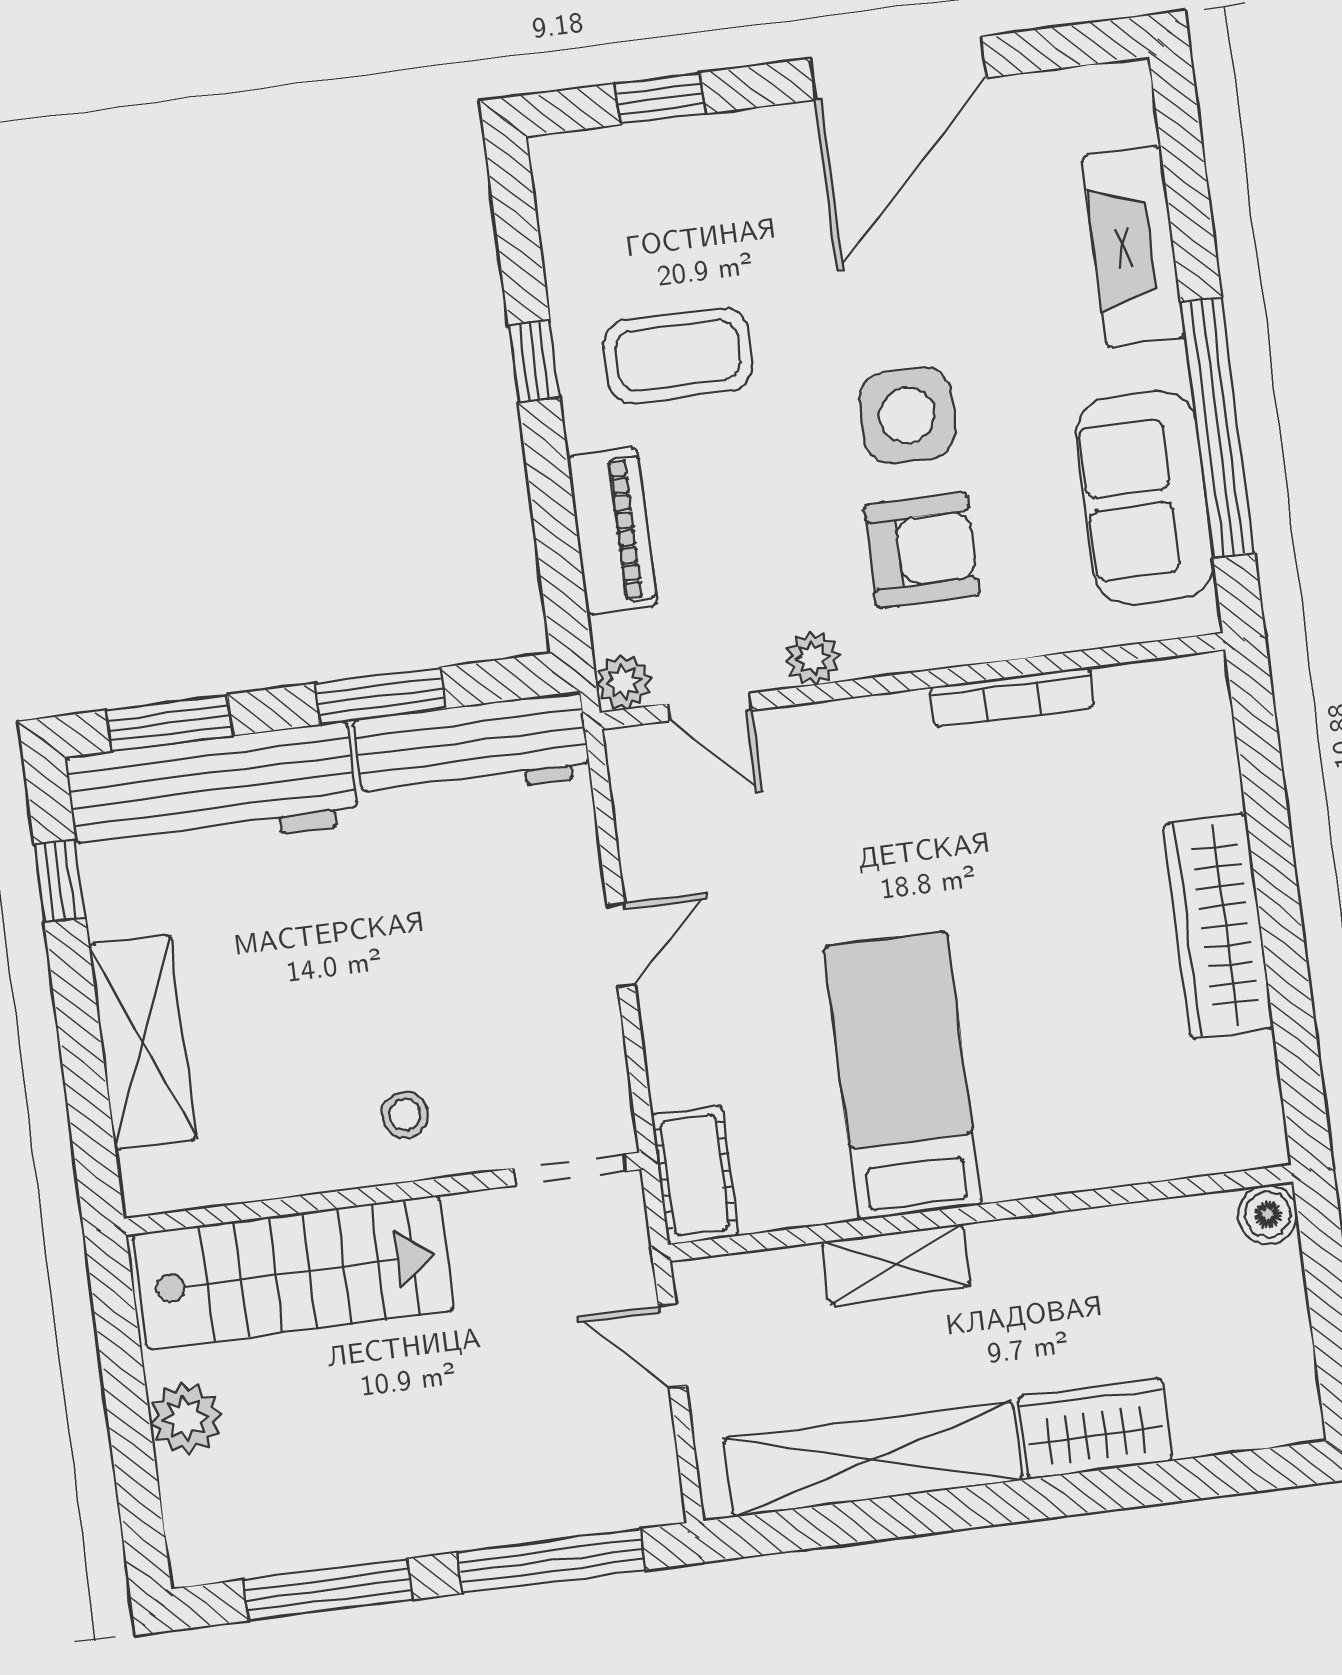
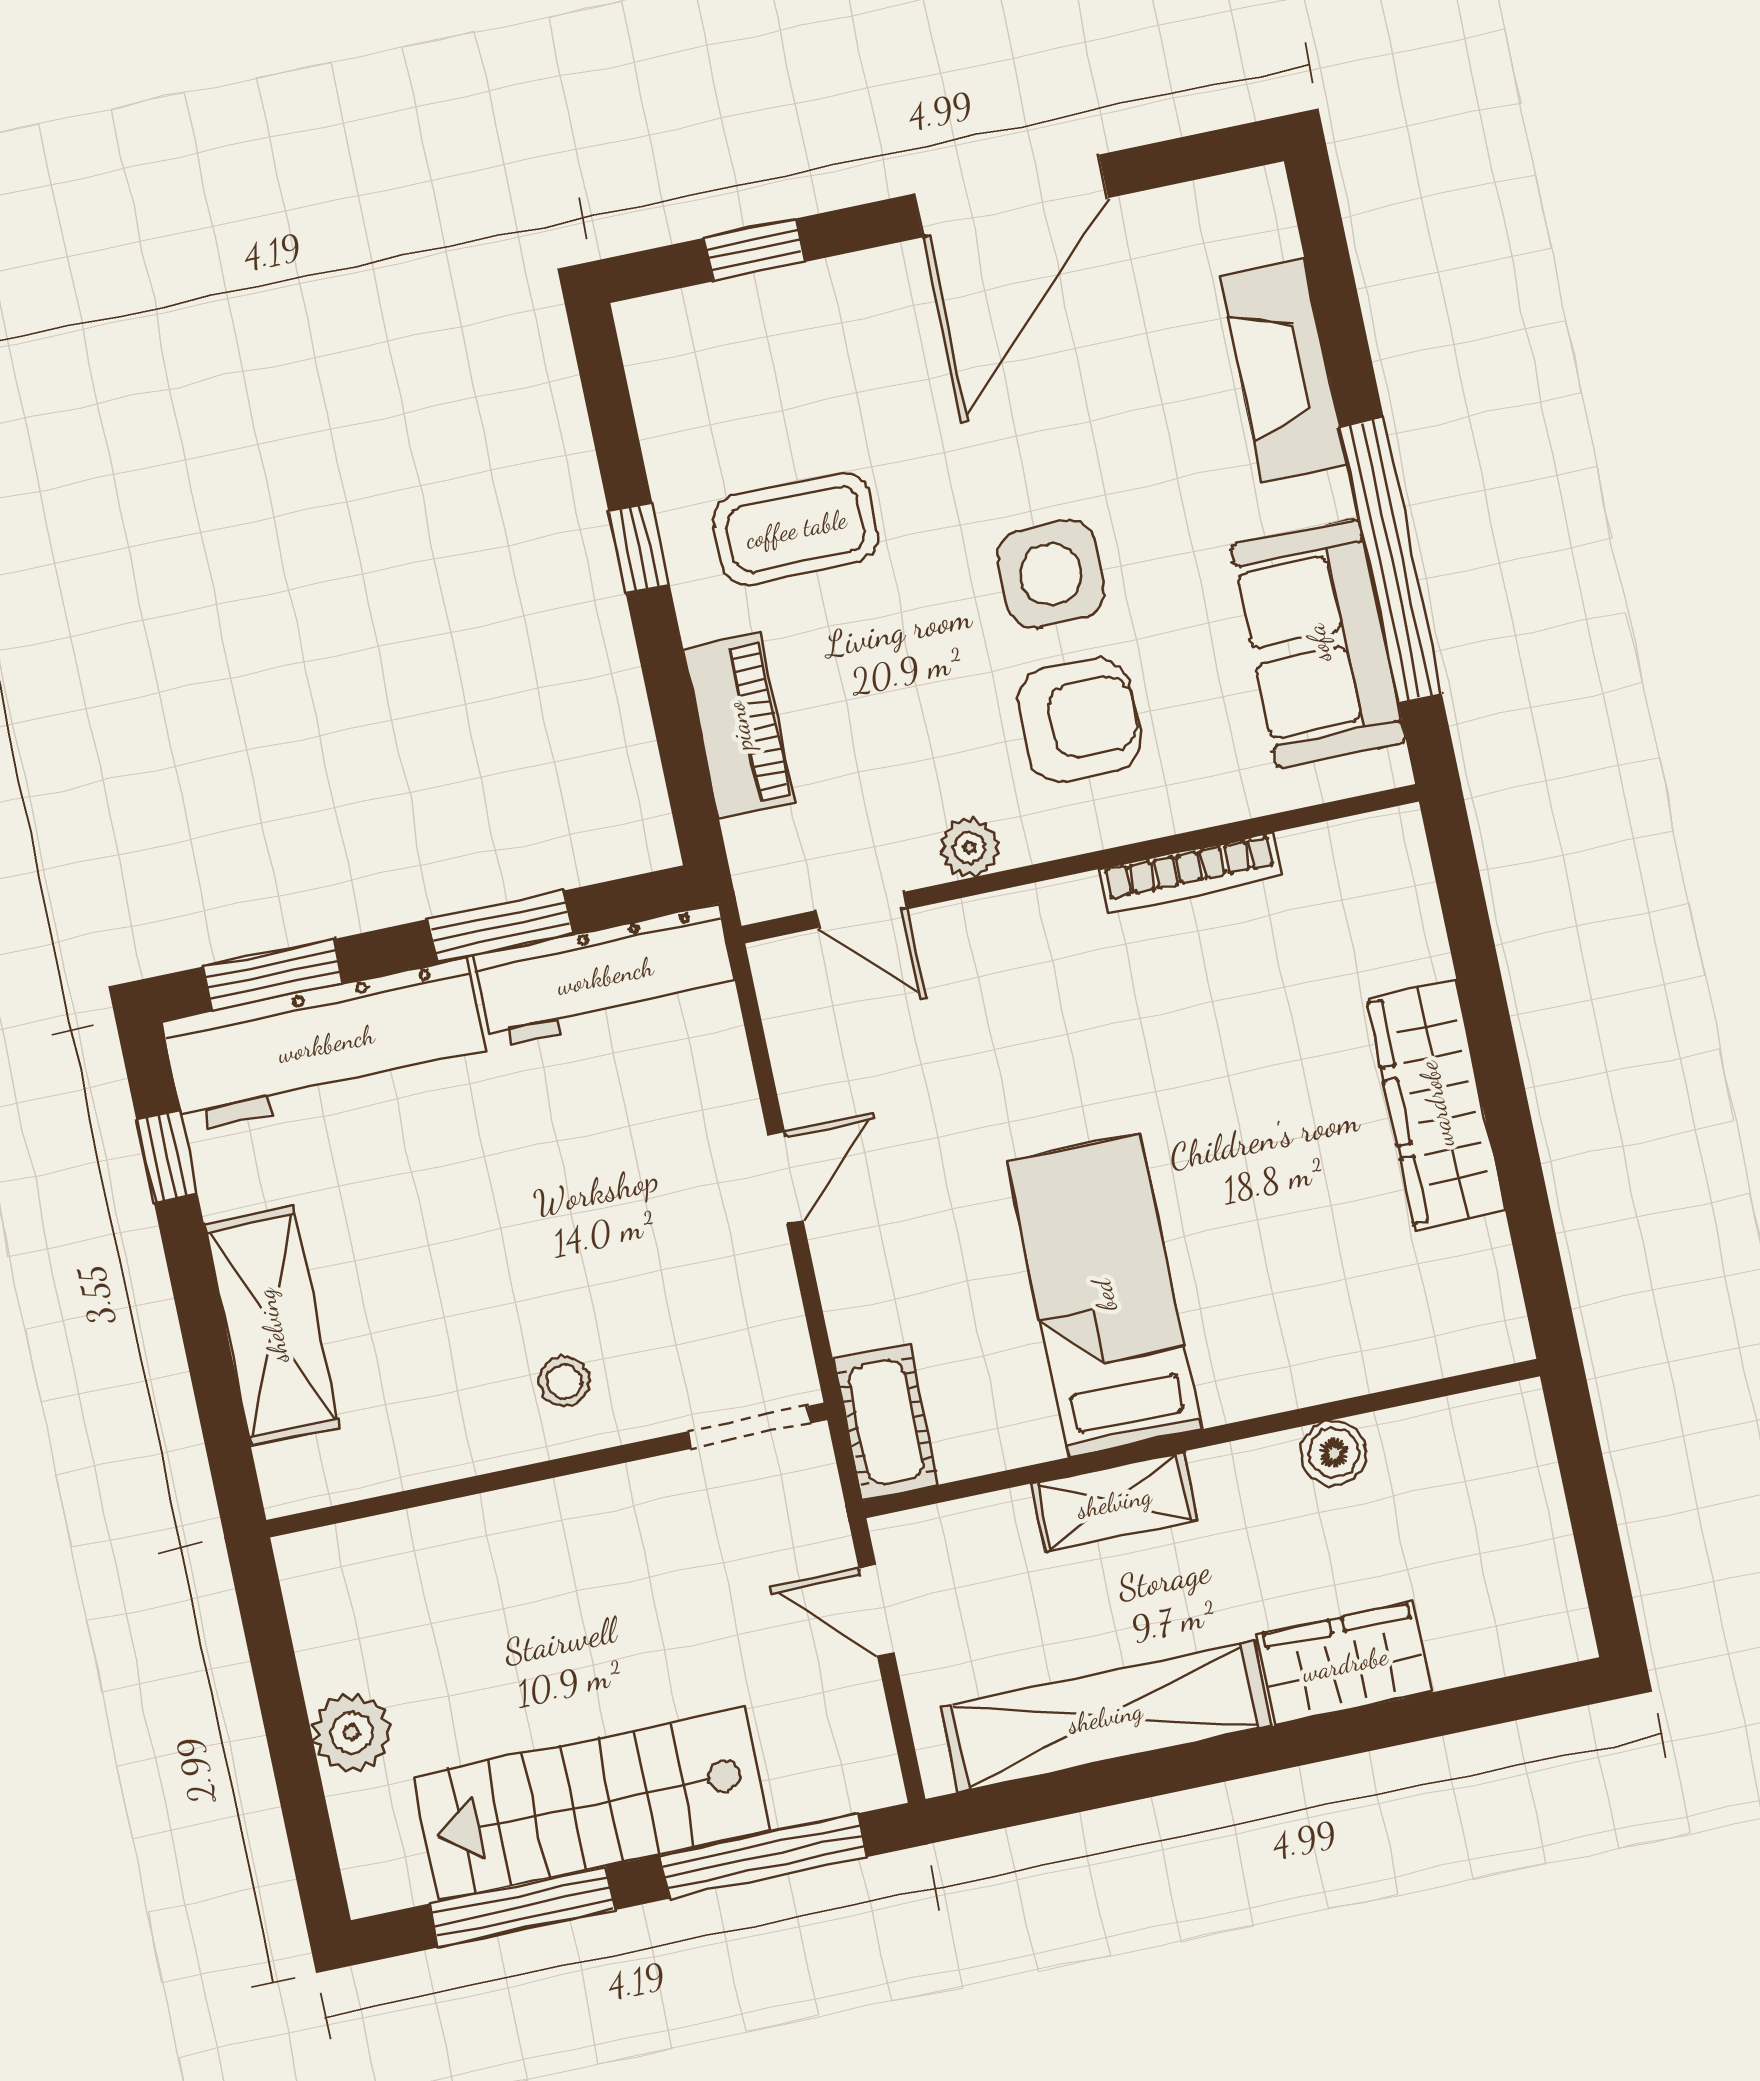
plant: (624, 682) -> (765, 890), removed
boiler: (1268, 1214) -> (1334, 1453), moved
stairs: (293, 1272) -> (591, 1804), moved, turned 180

